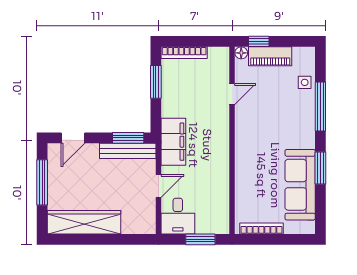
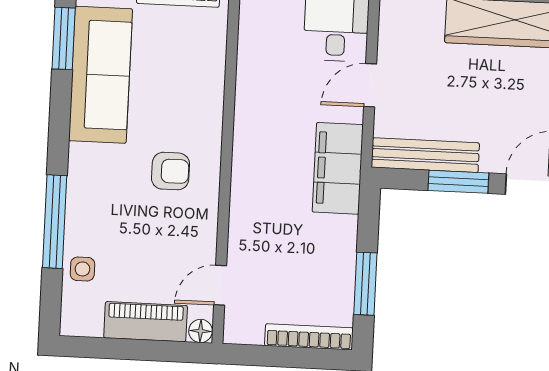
window: (259, 41) -> (166, 351), removed
door: (232, 94) -> (220, 285), moved
armchair: (261, 136) -> (170, 171), added
window: (128, 138) -> (458, 182), moved
window: (320, 168) -> (64, 38), moved

